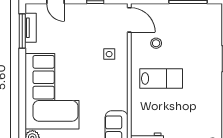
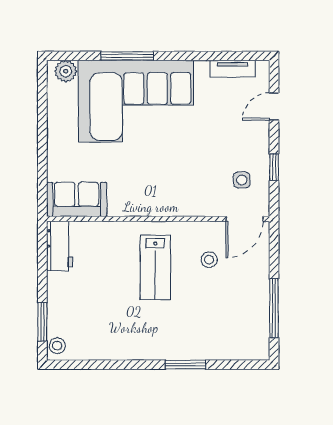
window: (22, 31) -> (127, 56), moved
side table: (109, 54) -> (242, 180), moved

